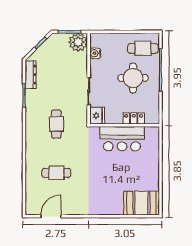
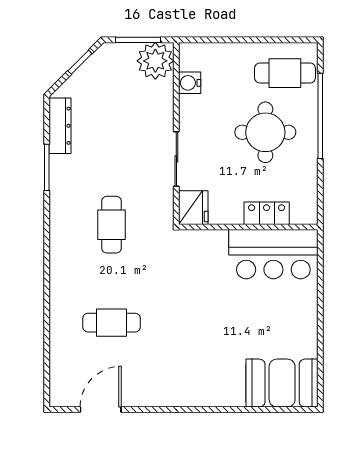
bar counter: (122, 139) -> (273, 254), moved

